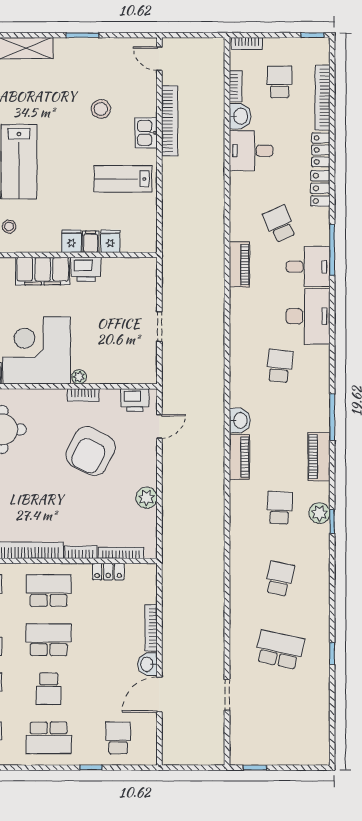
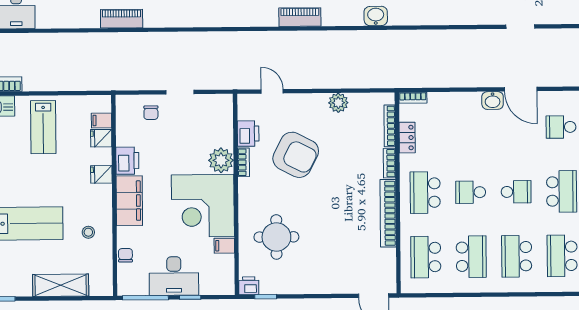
filing cabinet: (91, 242) -> (101, 120), moved
chair: (137, 295) -> (151, 113), added
plant: (79, 377) -> (221, 160), width x1.88, depth x1.88
printer: (135, 400) -> (248, 134), moved
washbasin: (240, 420) -> (376, 16), moved
bookcase: (151, 628) -> (413, 98), moved, width x0.64
school desk: (49, 640) -> (471, 192), width x0.54

